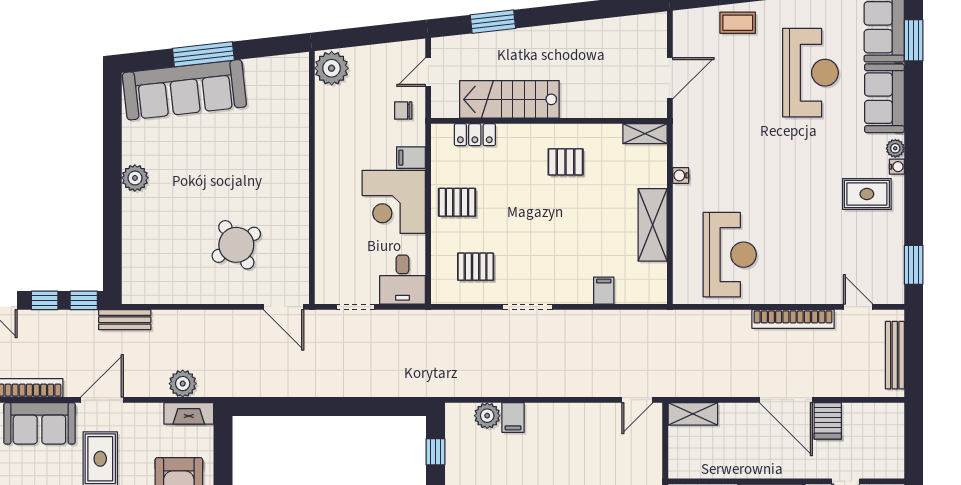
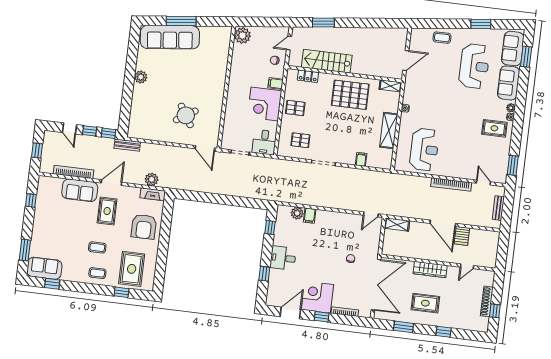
pallet: (566, 162) -> (350, 95), width x2.05, depth x2.00
bench: (895, 355) -> (498, 208), width x0.73

